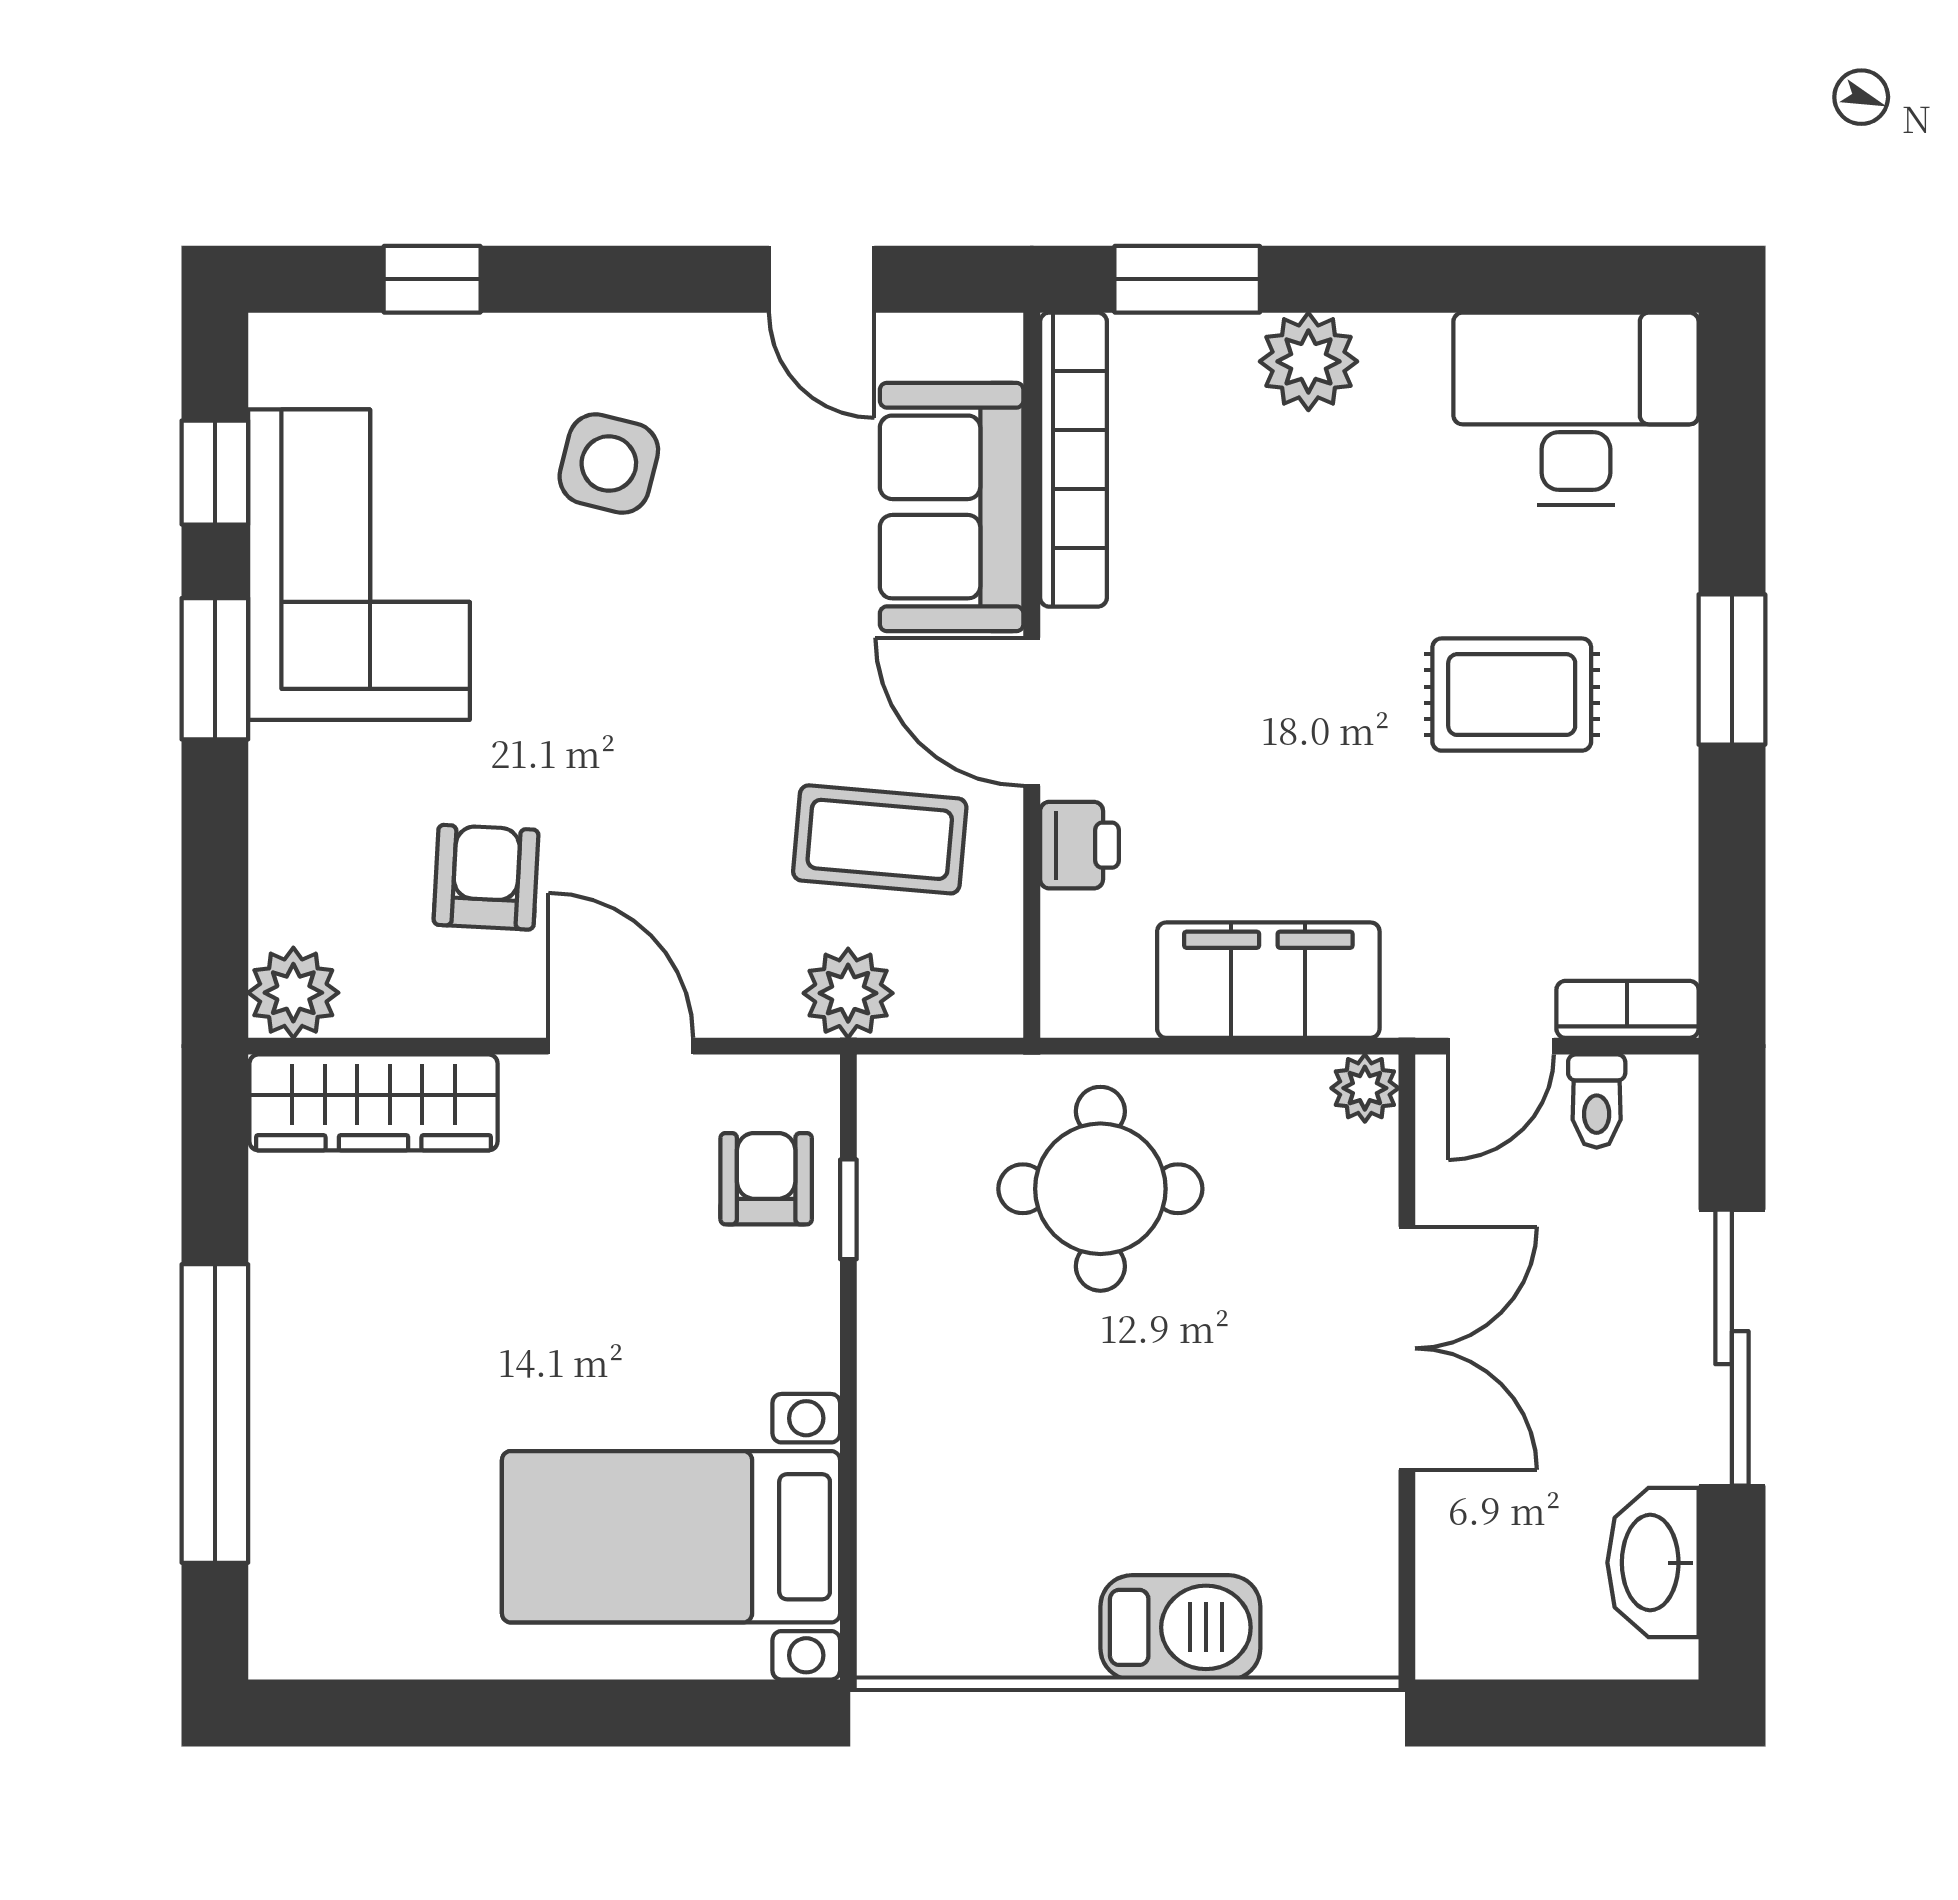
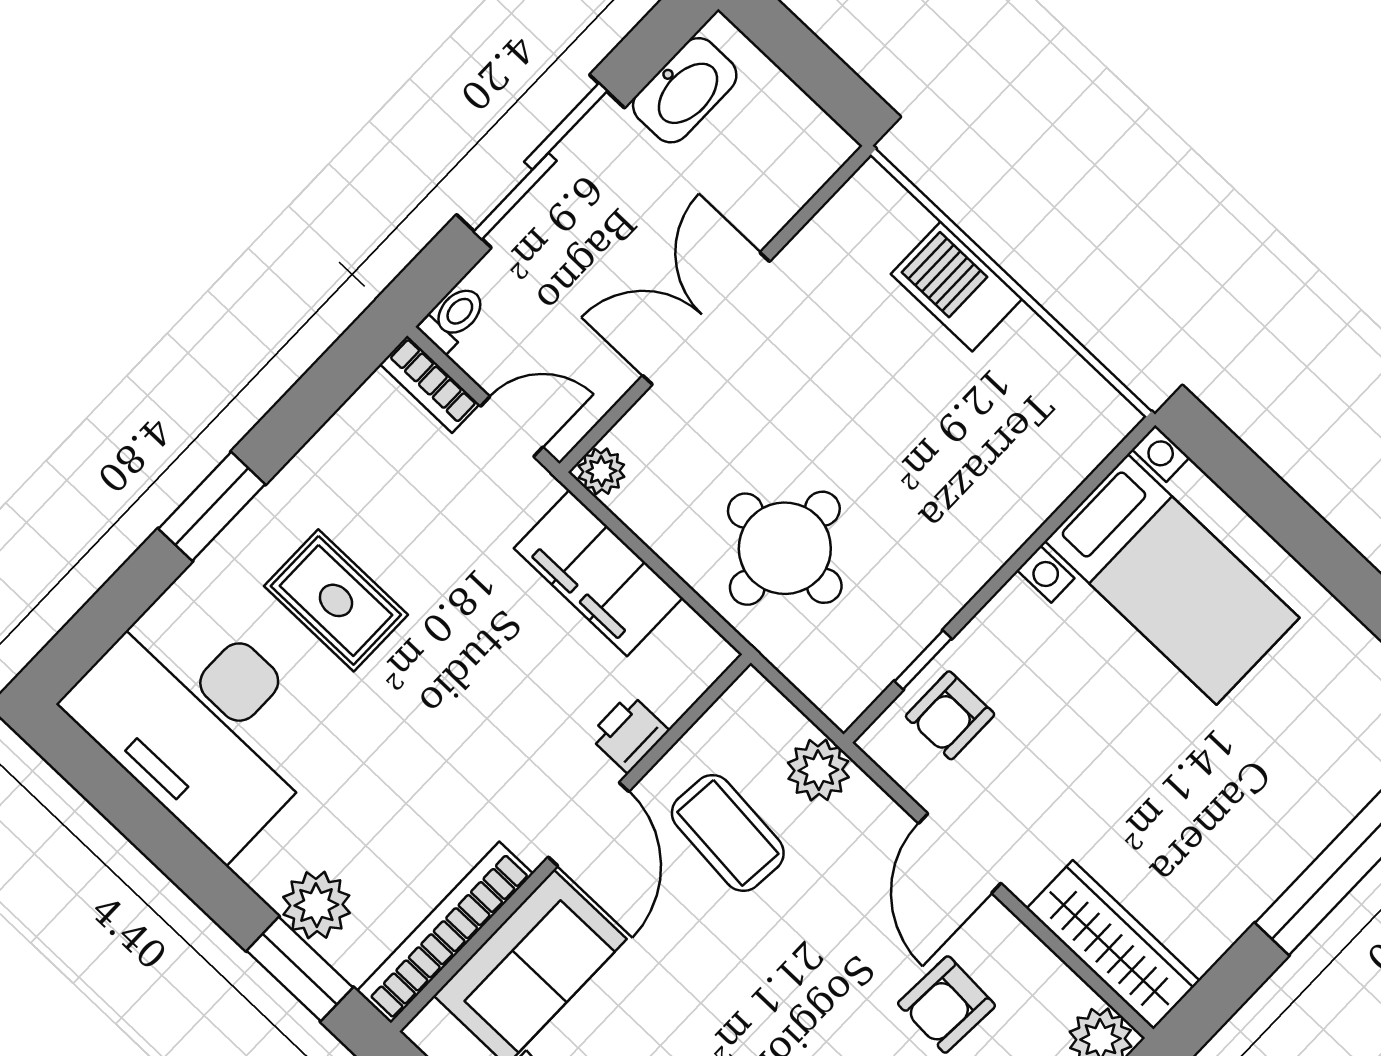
plant: (1308, 361) -> (316, 905), moved
desk: (1576, 409) -> (202, 722), width x1.36, depth x1.30
toilet: (1597, 1101) -> (454, 318), moved

